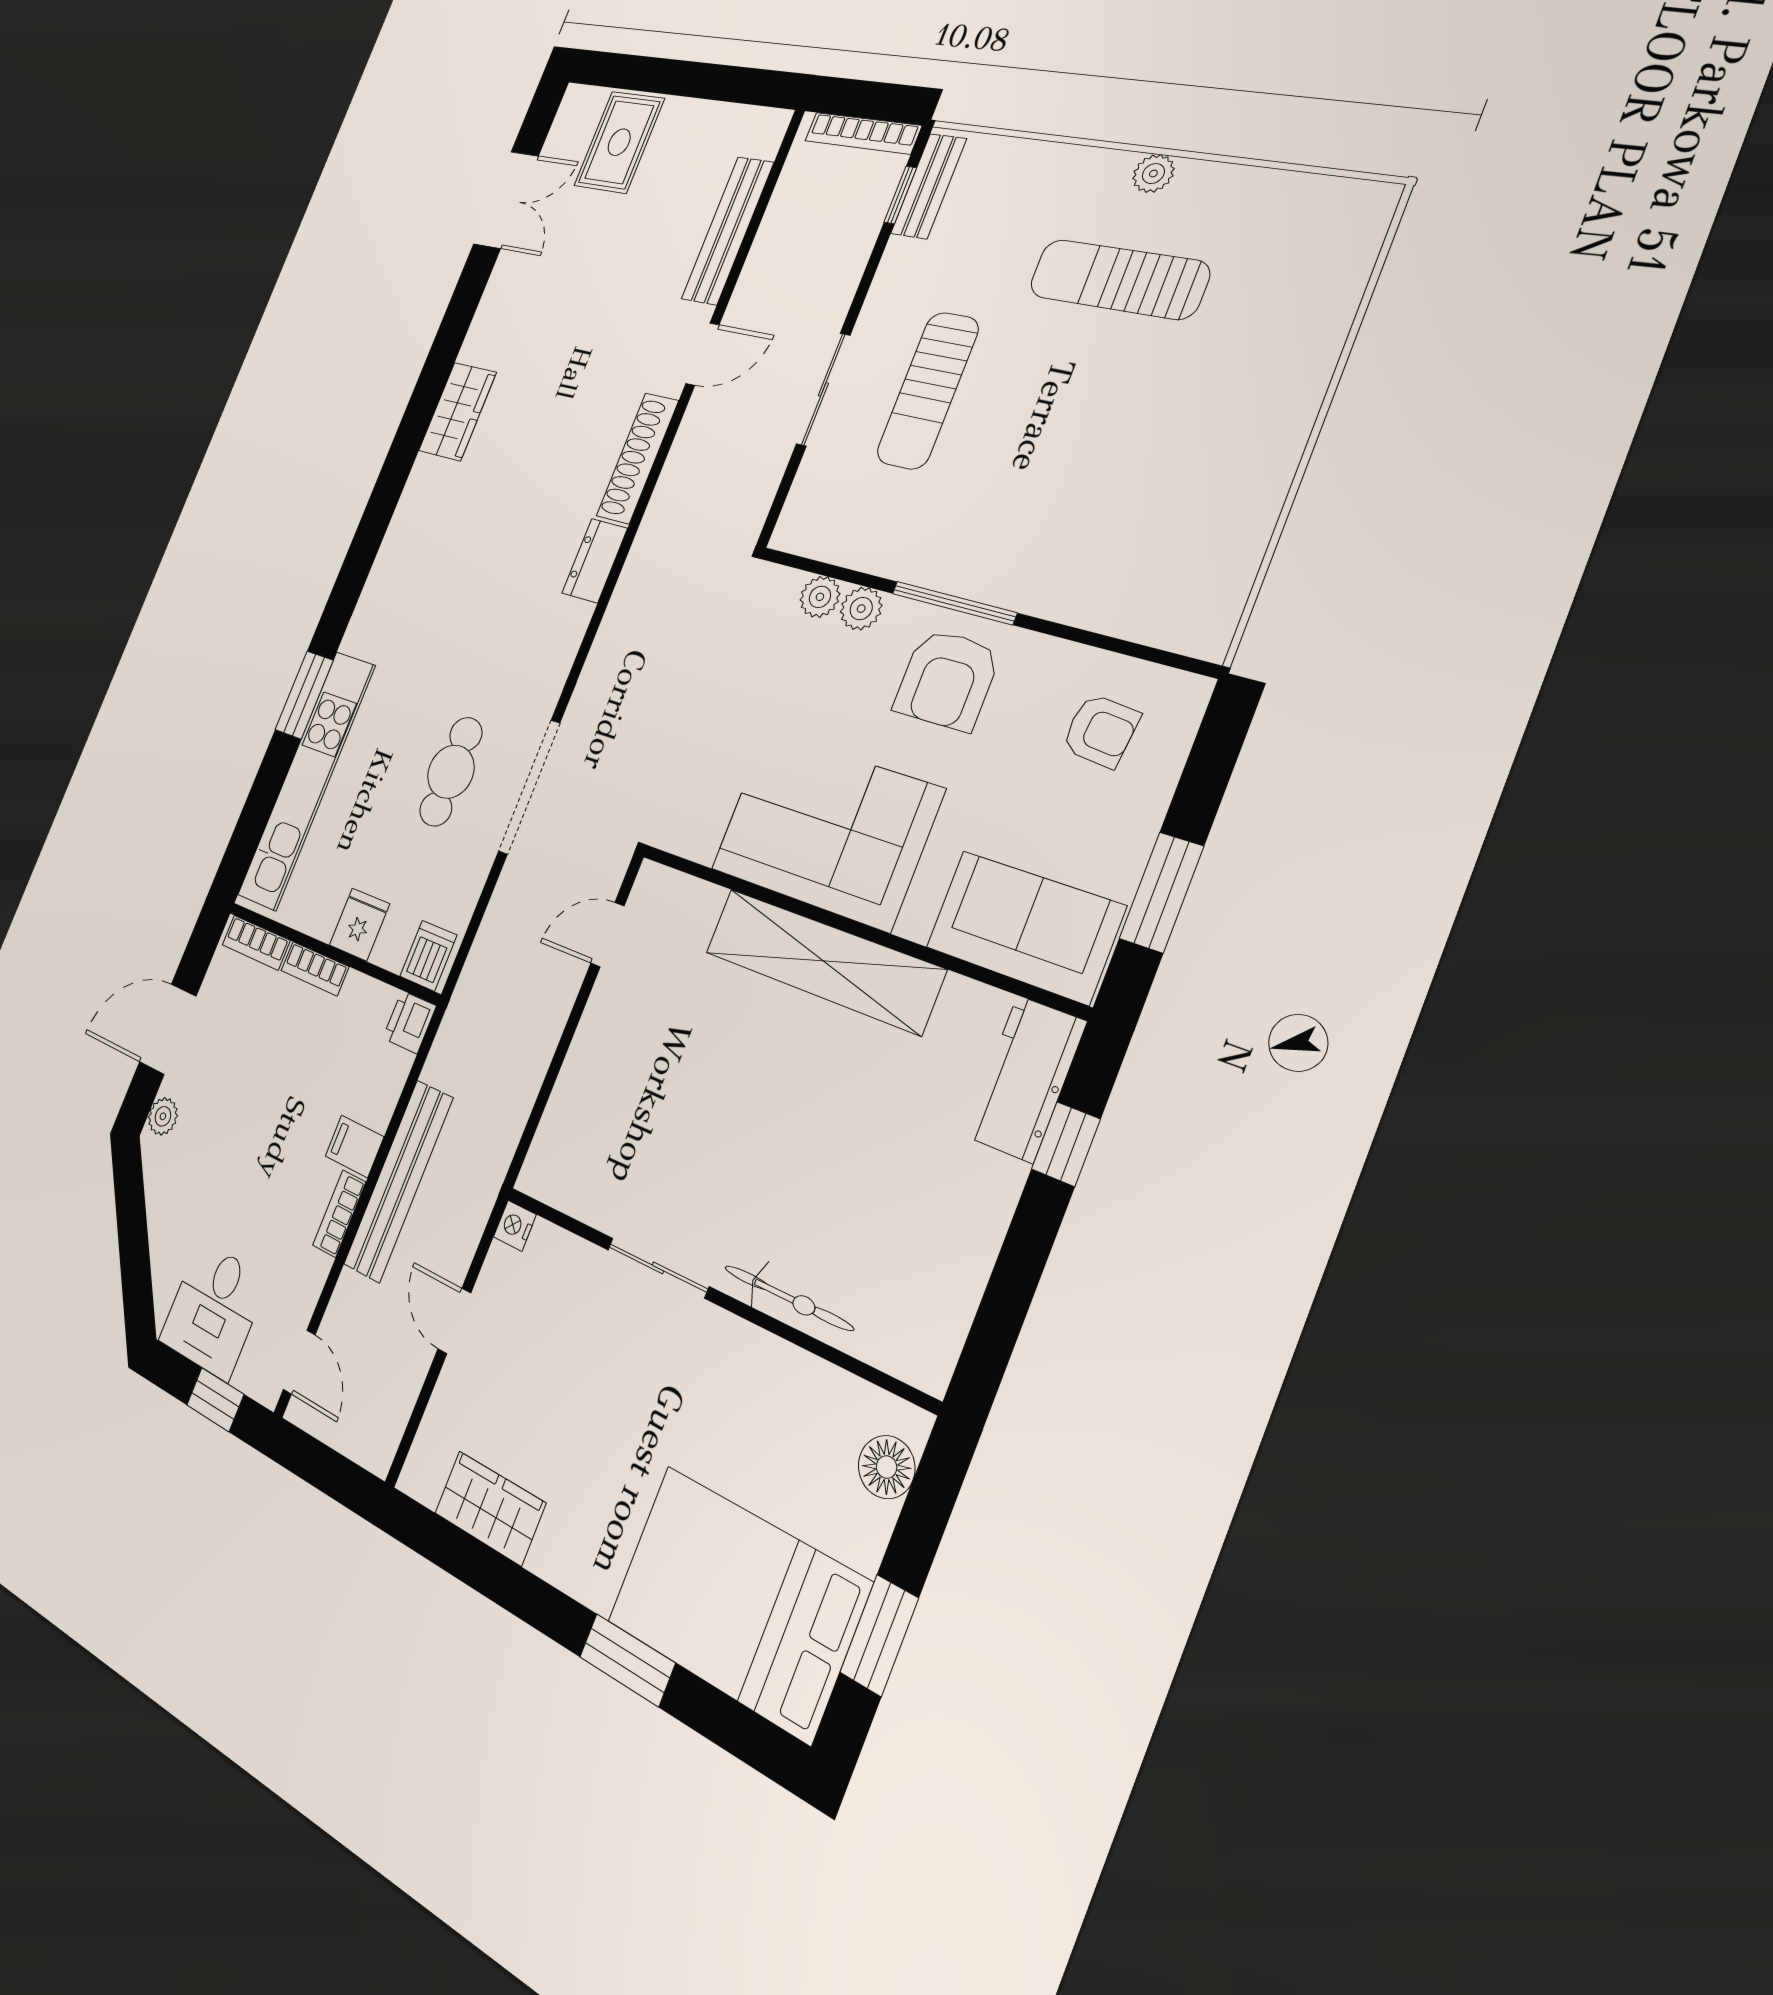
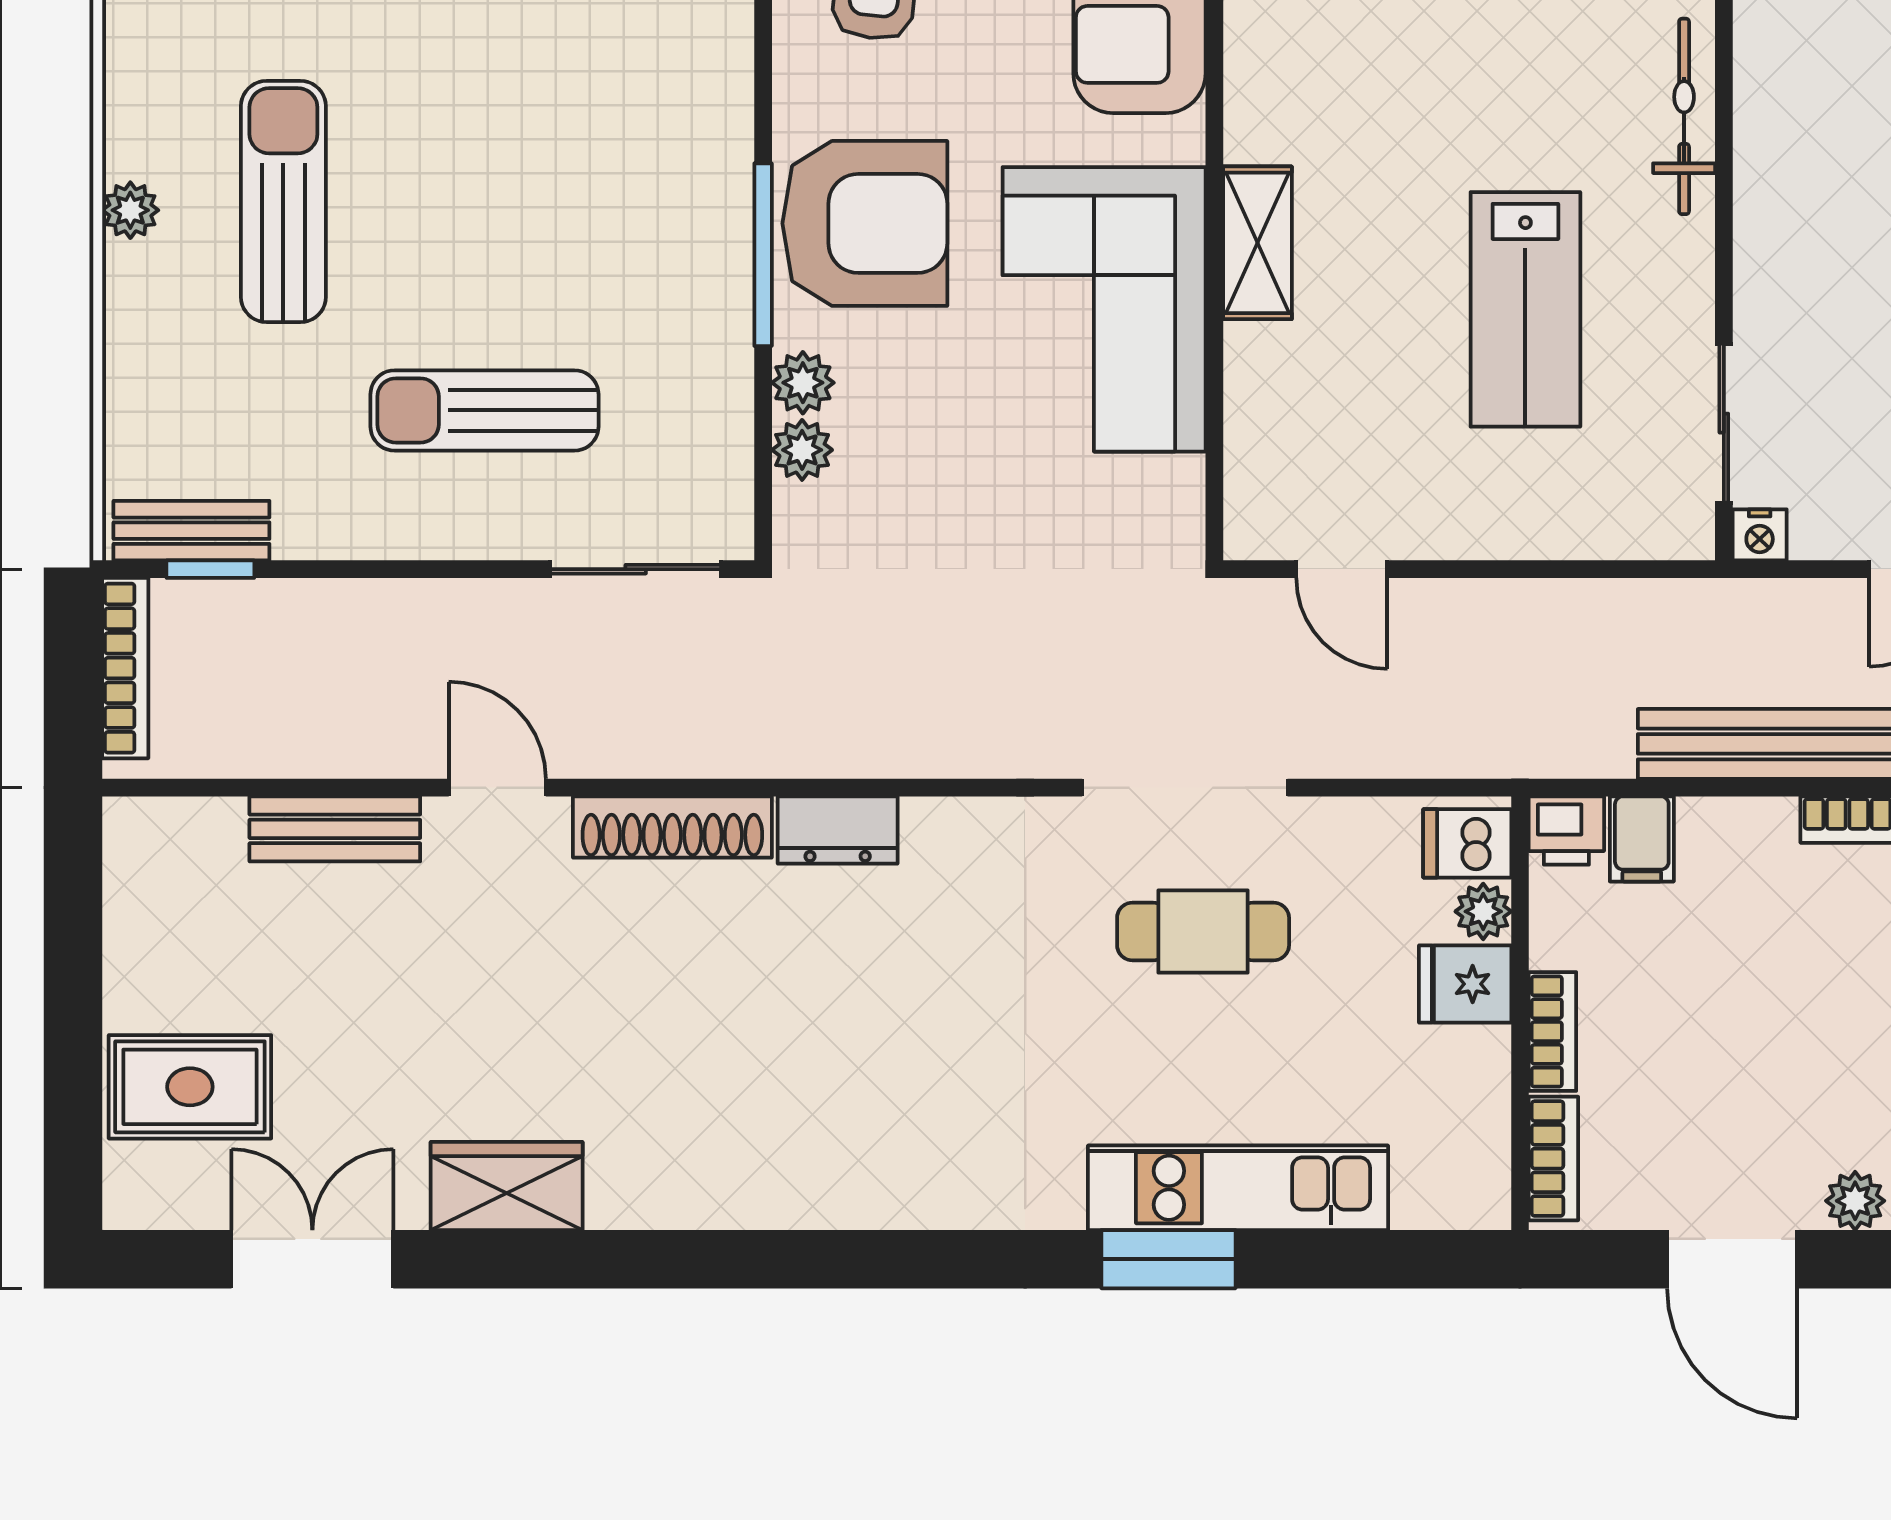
bench: (728, 231) -> (335, 829), width x0.73
sun lounger: (1119, 279) -> (283, 202), turned 180
sliding door: (823, 390) -> (636, 569), moved
sun lounger: (928, 391) -> (484, 410), turned 180
wardrobe: (457, 412) -> (507, 1186), moved
armchair: (947, 680) -> (865, 223), width x1.36, depth x1.36
kitchen unit: (306, 780) -> (1238, 1188), width x0.73
plant: (390, 951) -> (1483, 911), added
shelving: (823, 961) -> (1257, 243), width x0.45, depth x0.75
lab bench: (711, 1126) -> (1525, 309), added
filing cabinet: (355, 1146) -> (1642, 839), moved
sliding door: (658, 1268) -> (1724, 423), moved

